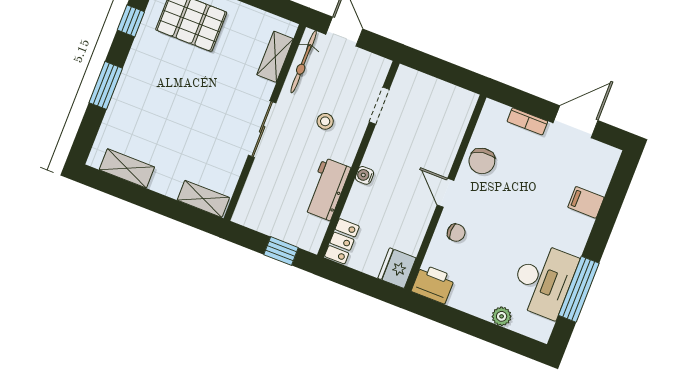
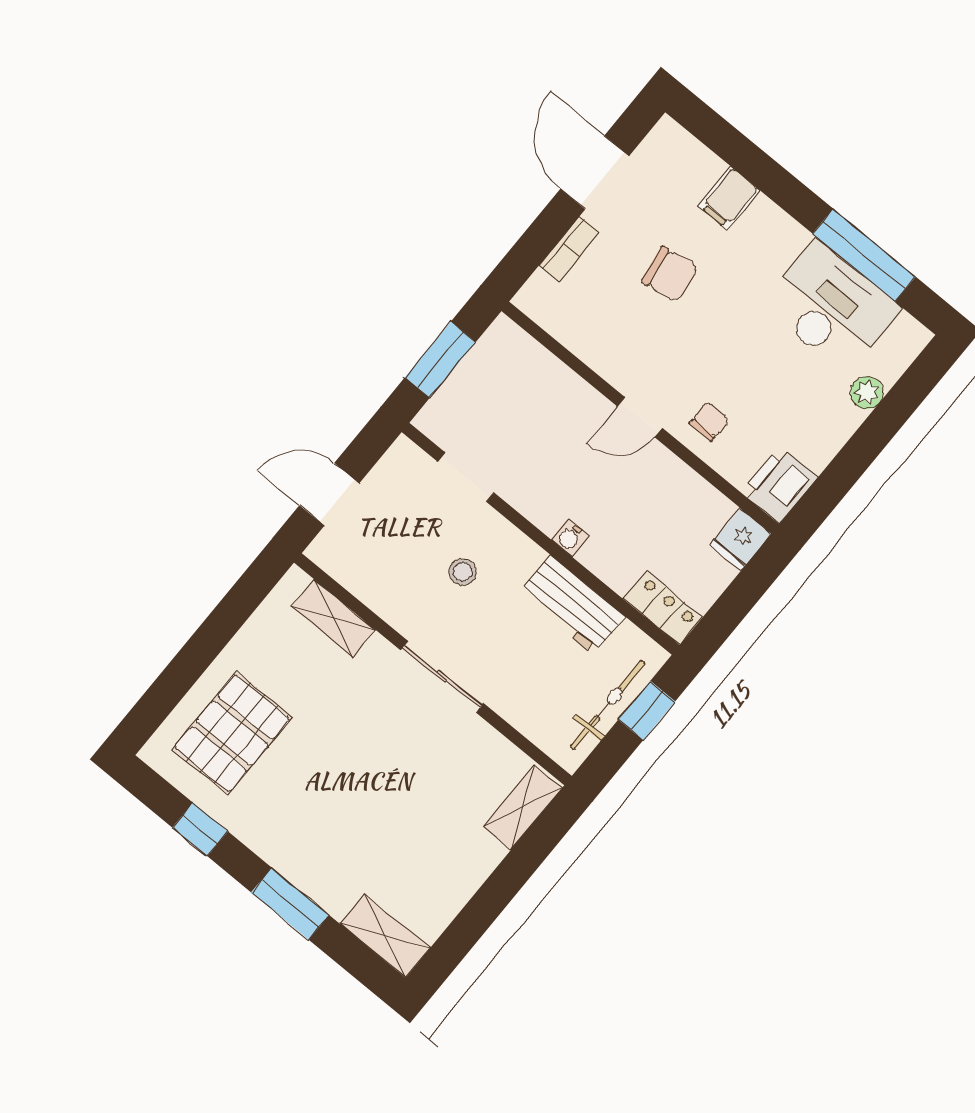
bicycle: (304, 62) -> (608, 705), moved, turned -90
window: (441, 69) -> (440, 360), added
chair: (482, 161) -> (670, 274), moved
shelving: (127, 168) -> (385, 936), moved, turned 90
fridge: (397, 268) -> (741, 539), width x0.72

